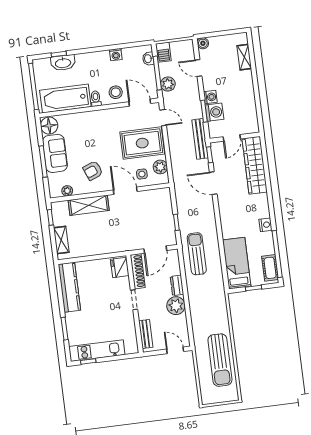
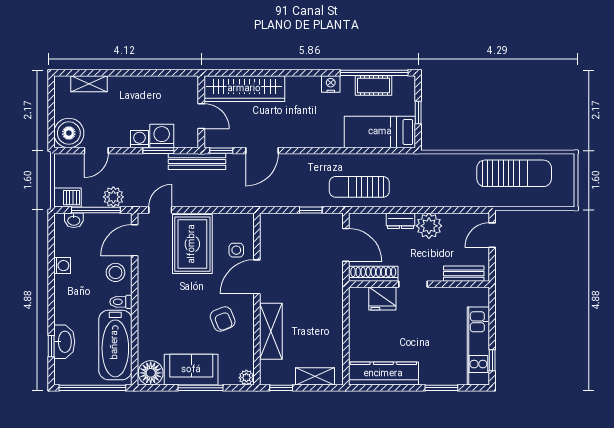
boiler: (203, 43) -> (69, 133), width x1.86, depth x1.86
plant: (160, 167) -> (230, 223), removed
plant: (67, 191) -> (246, 378), moved
fridge: (120, 267) -> (382, 299), moved
cot: (270, 268) -> (374, 85), moved

